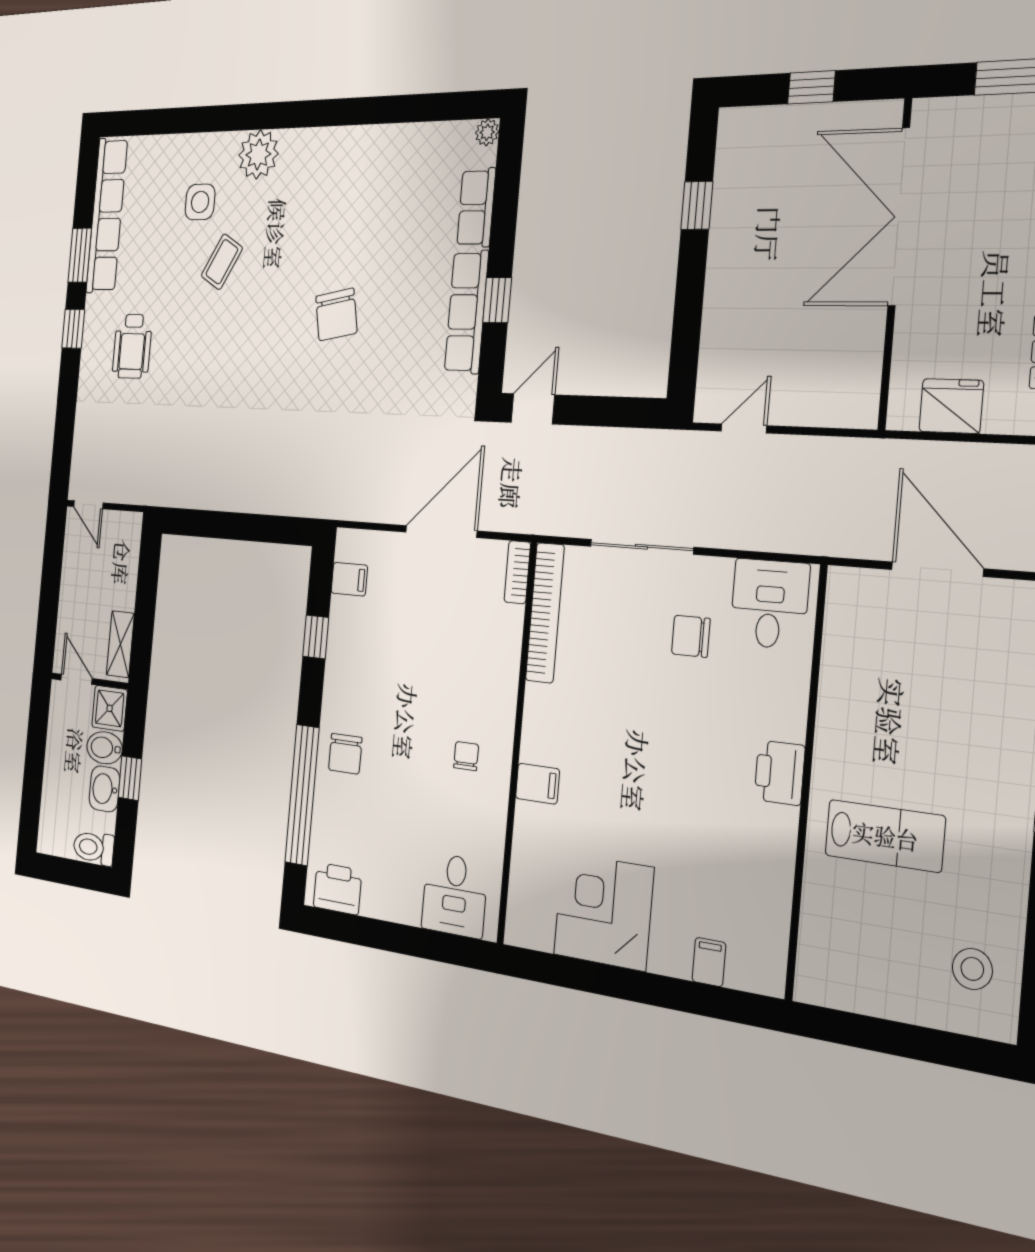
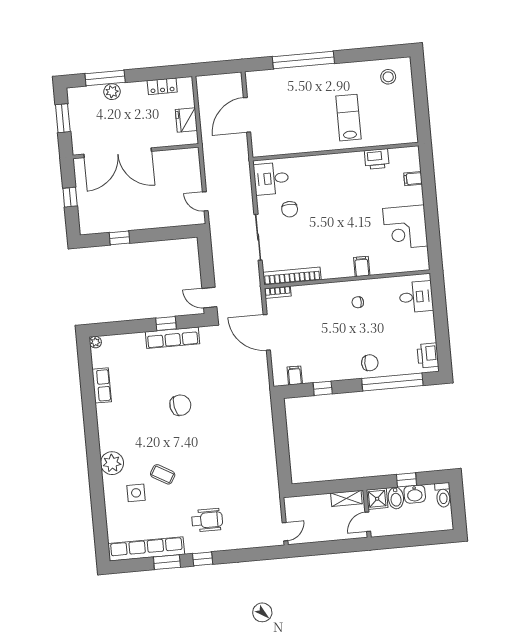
row of seats: (476, 208) -> (102, 385), moved, turned -90
printer: (780, 773) -> (377, 159), moved

